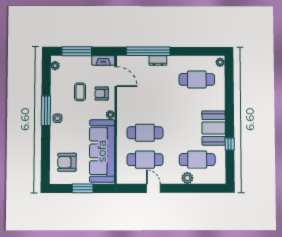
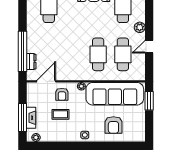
fireplace: (103, 60) -> (31, 118), moved
dresser: (158, 61) -> (31, 62), moved
window: (46, 111) -> (78, 146), removed
armchair: (67, 162) -> (113, 125), moved
plant: (187, 178) -> (140, 27), moved
window: (83, 188) -> (149, 101), moved

